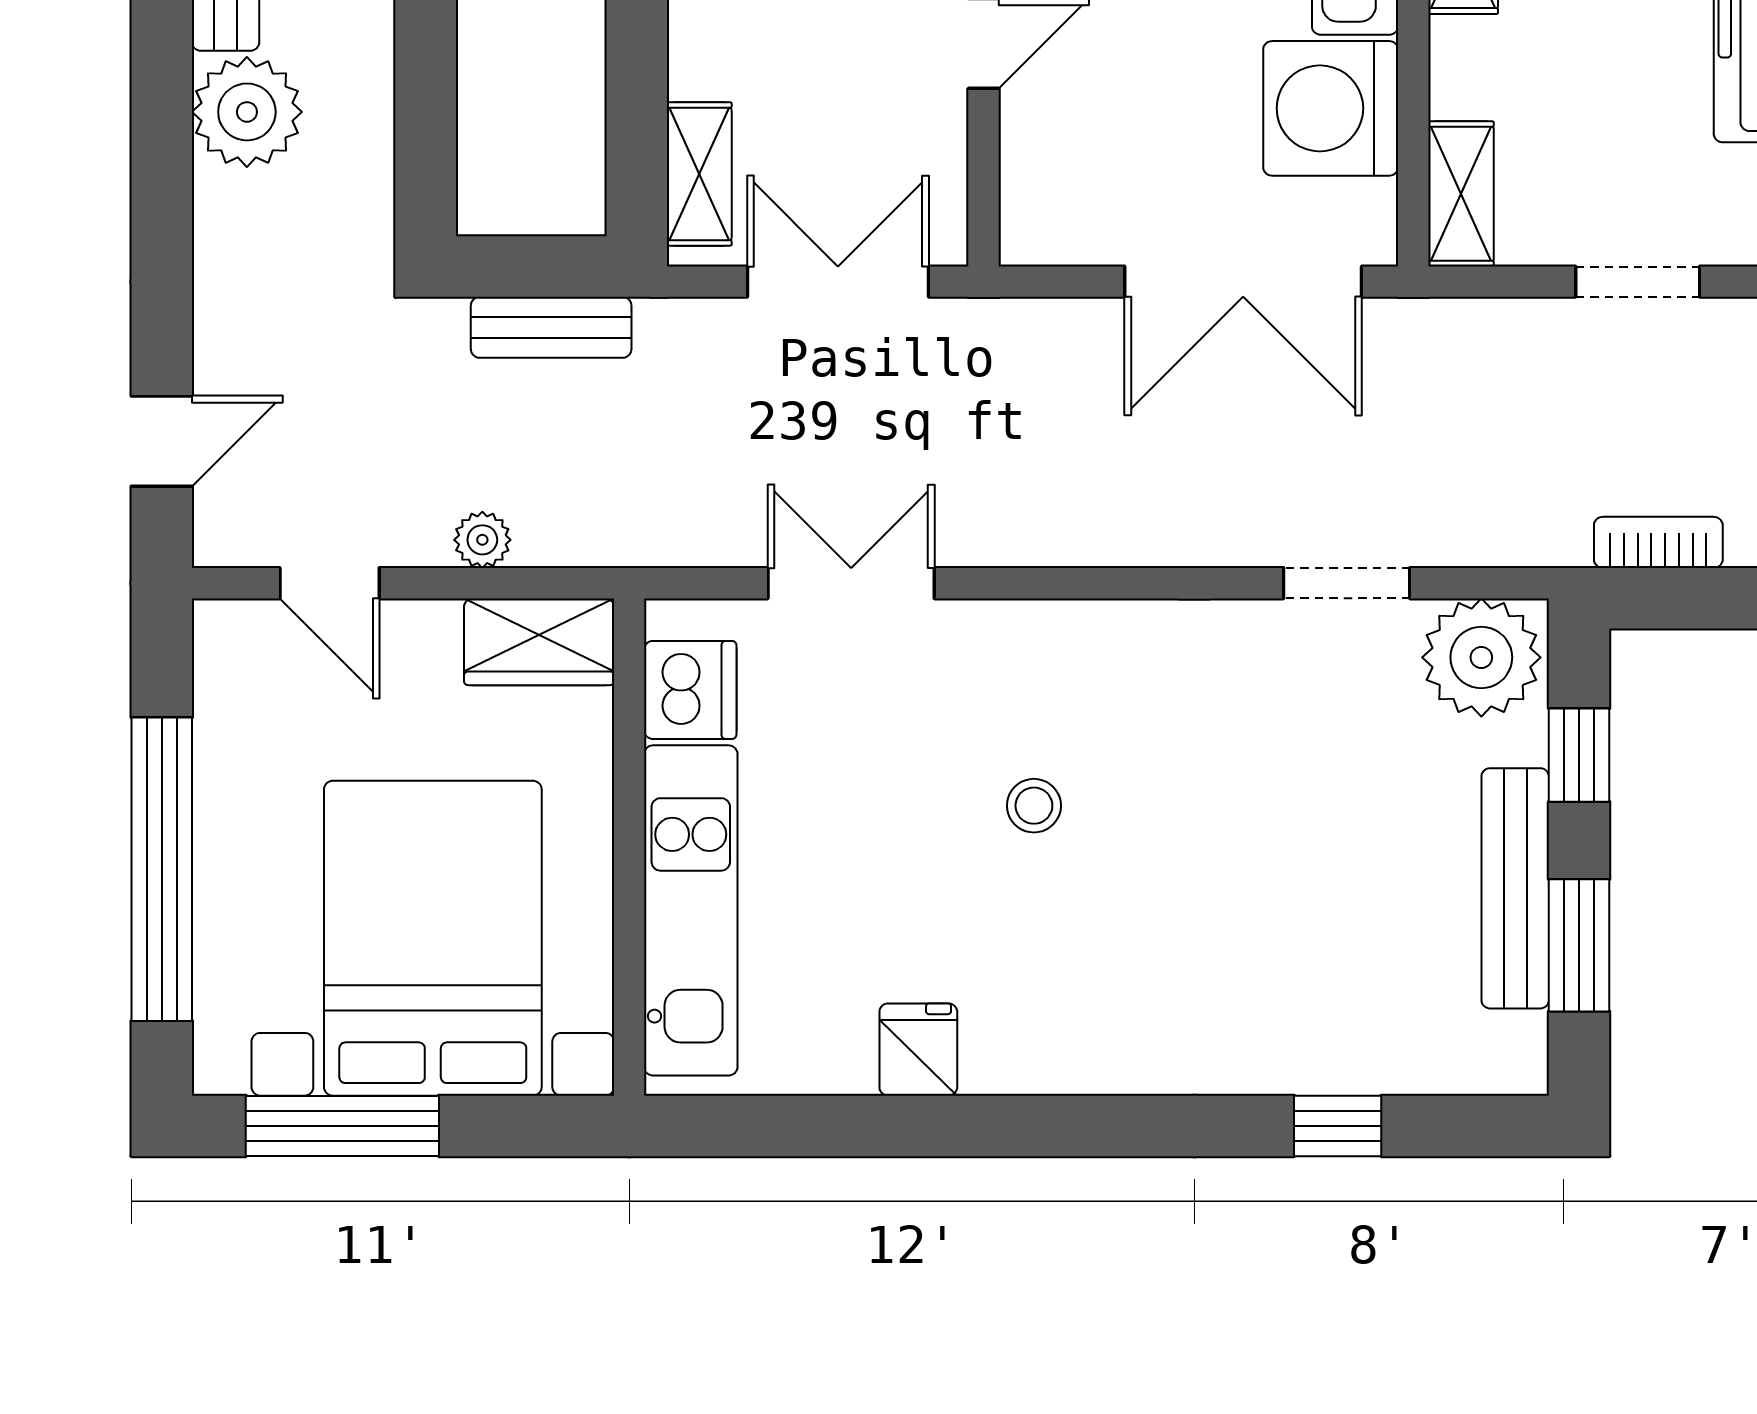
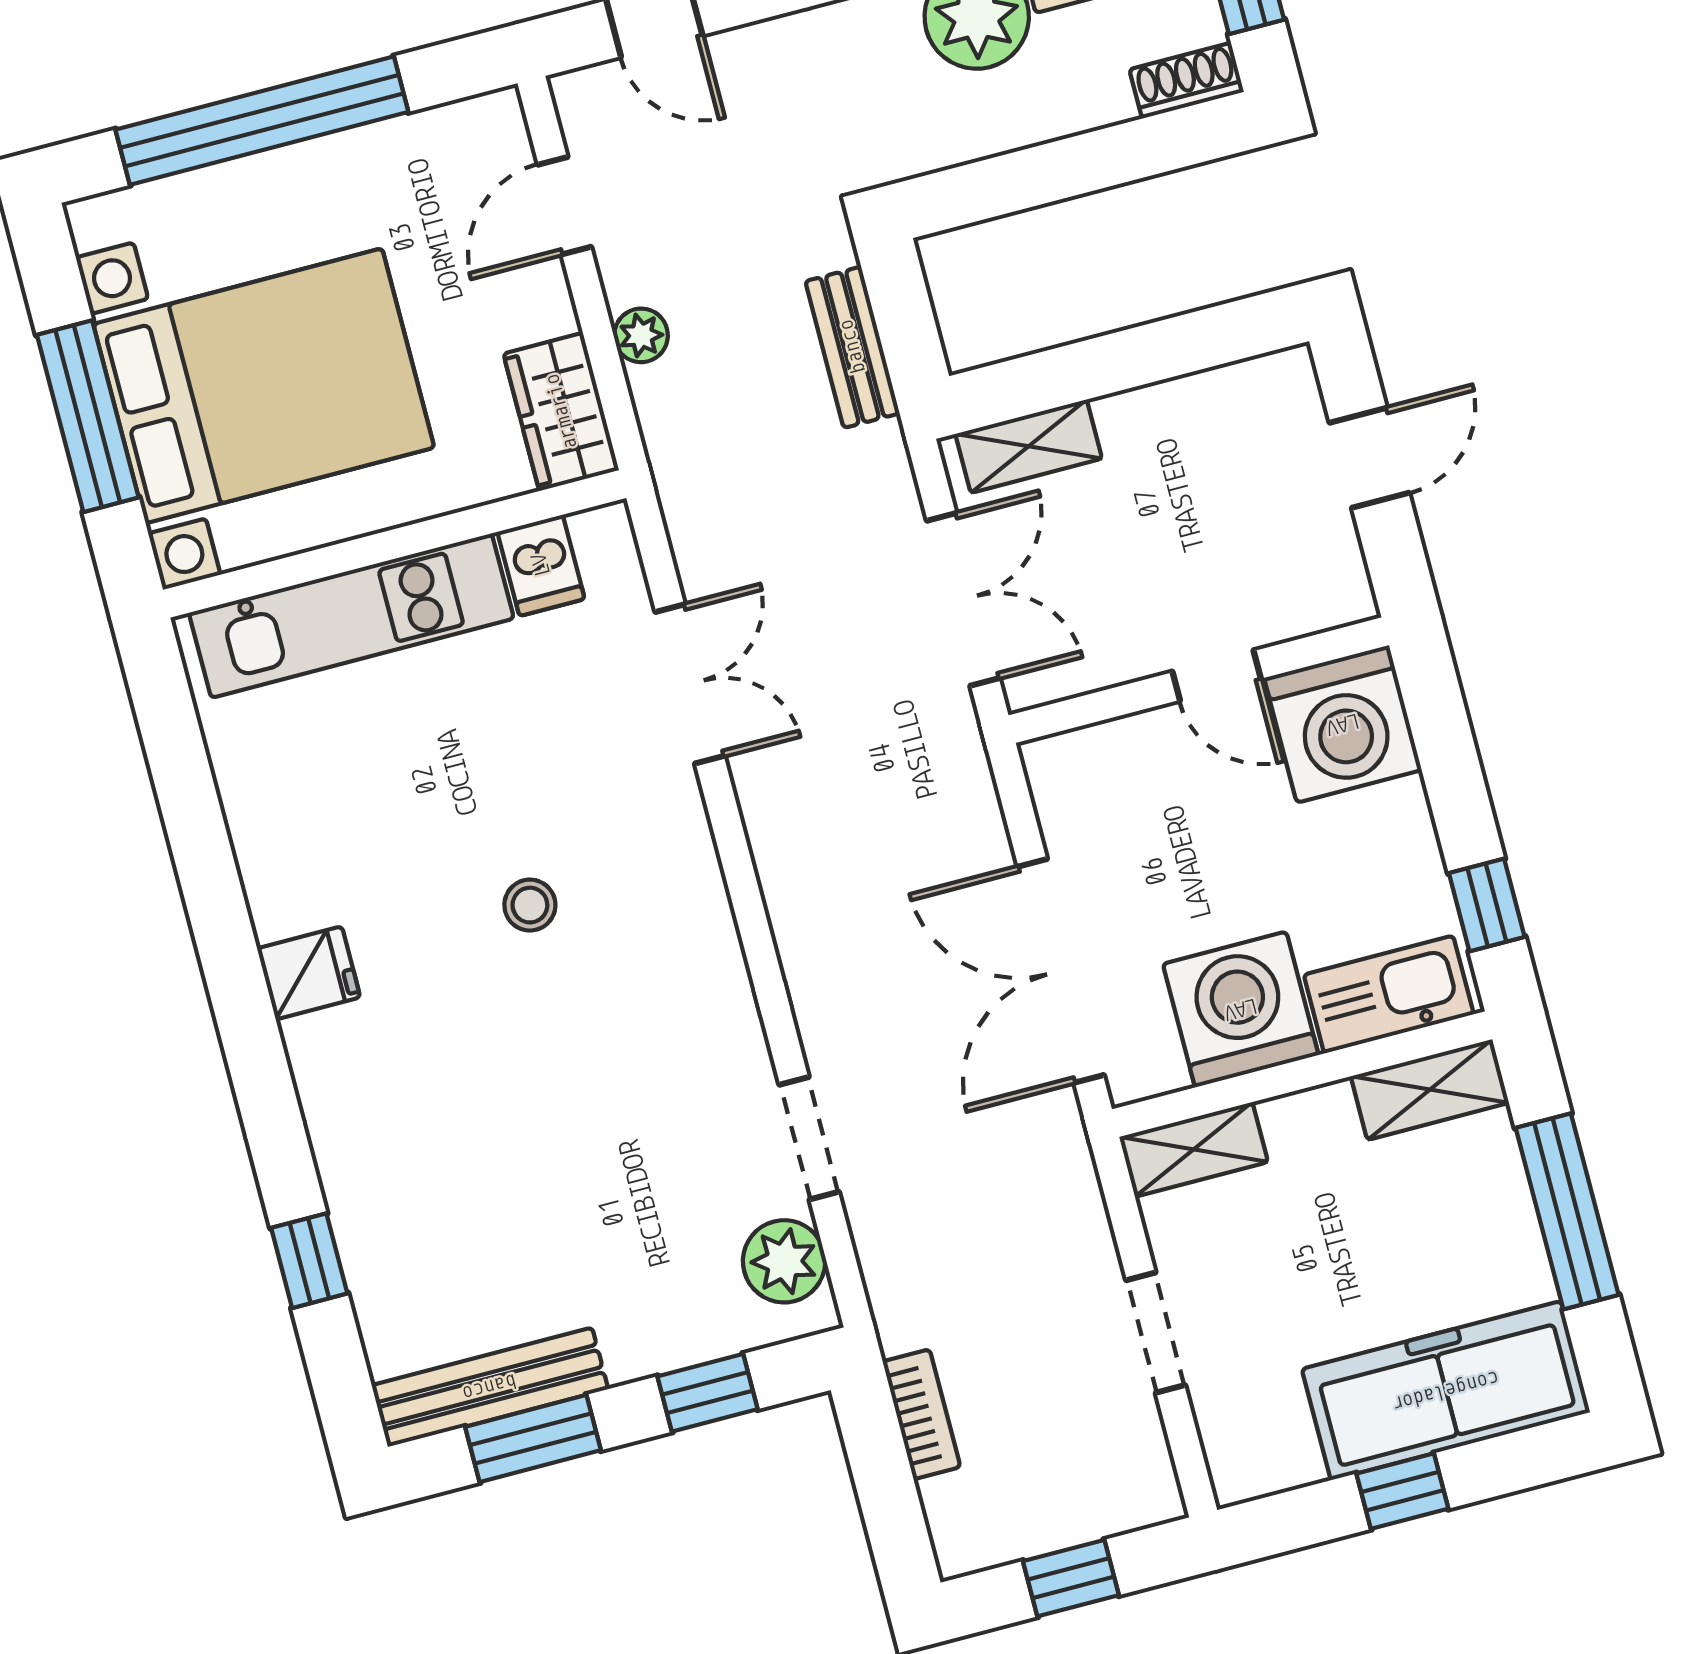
plant: (1481, 657) -> (784, 1261), width x0.73, depth x0.73
dishwasher: (690, 690) -> (541, 565), width x0.73
bench: (1515, 888) -> (490, 1387), moved
fridge: (918, 1050) -> (309, 973), moved
window: (342, 1126) -> (88, 416), moved

